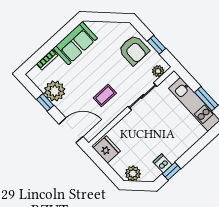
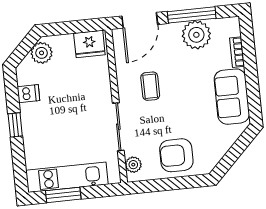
window: (157, 45) -> (163, 185), removed
window: (45, 102) -> (192, 15), width x2.17
window: (171, 171) -> (15, 125), moved

